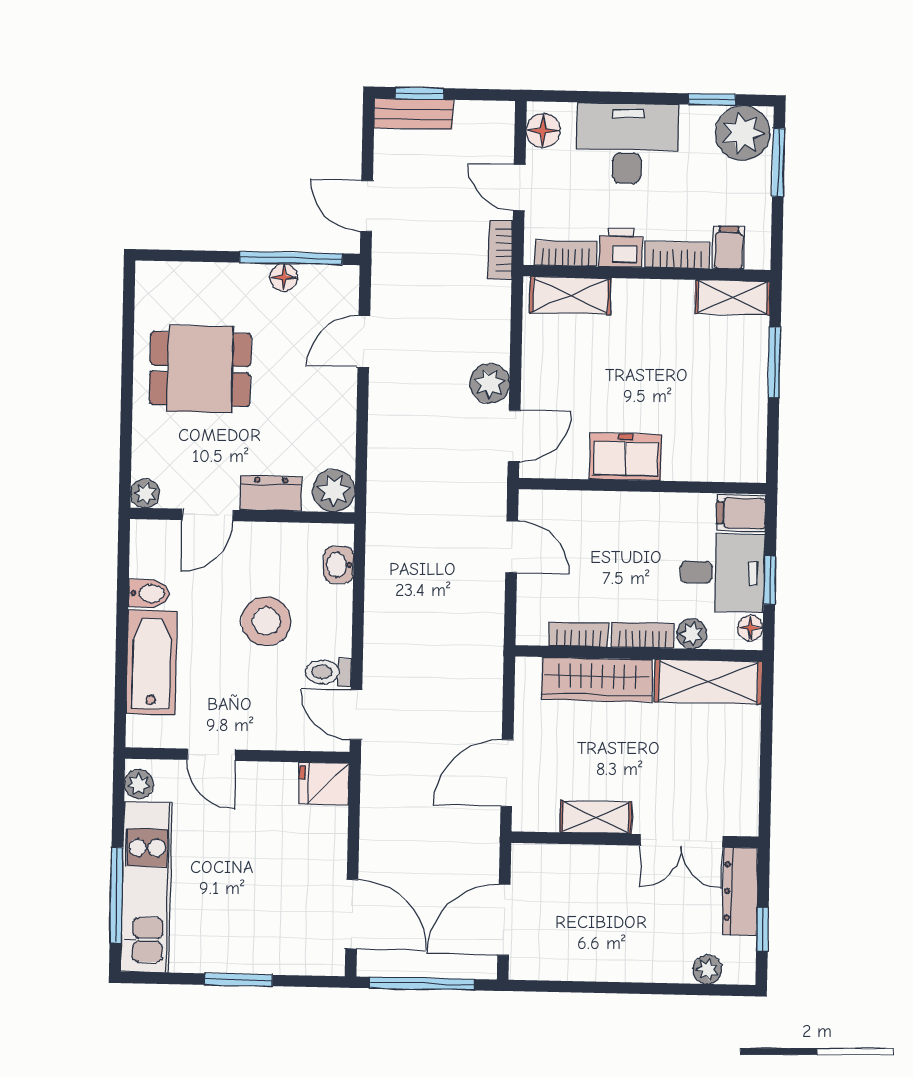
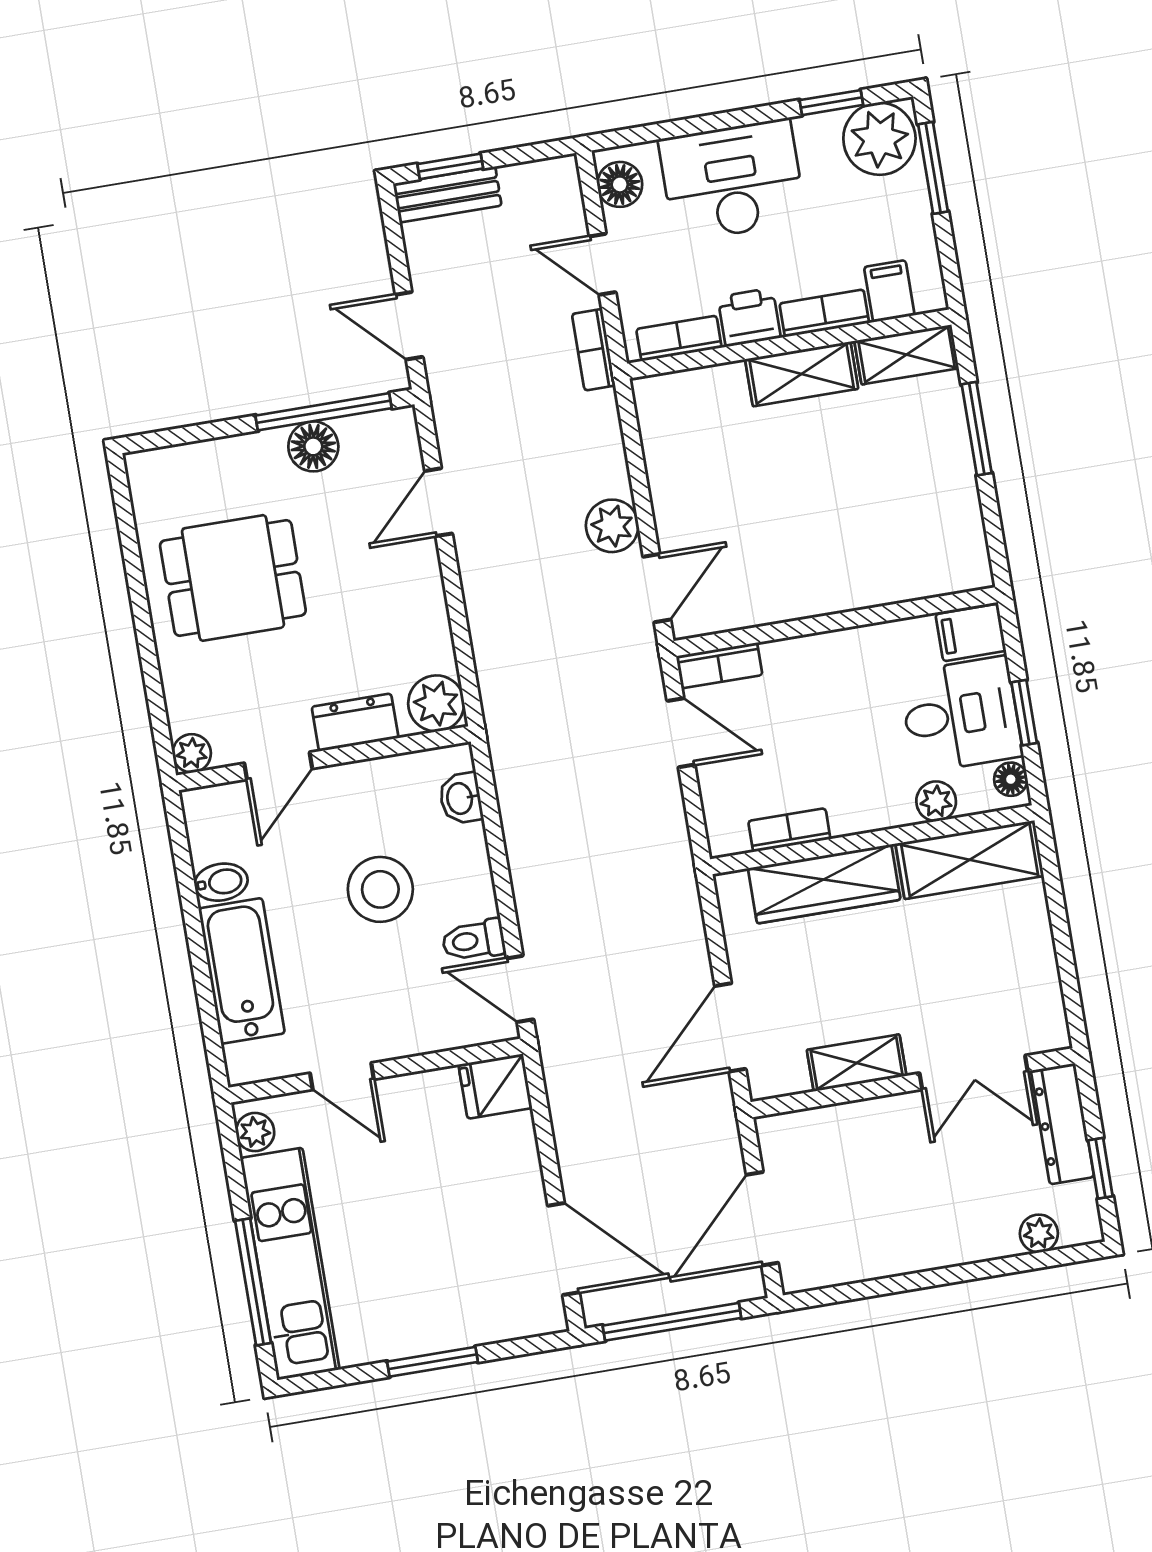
floor lamp: (284, 277) -> (313, 446), width x1.37, depth x1.37
shelving: (570, 295) -> (802, 374), moved
freezer: (626, 457) -> (807, 588), removed
bookcase: (642, 635) -> (719, 665), moved, turned 180

